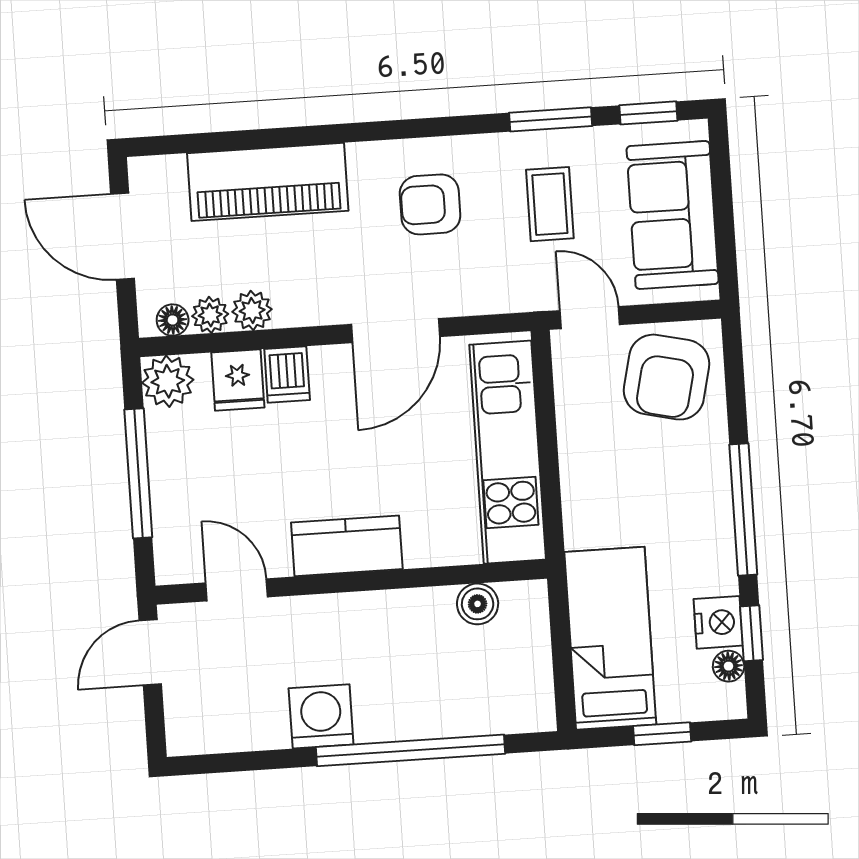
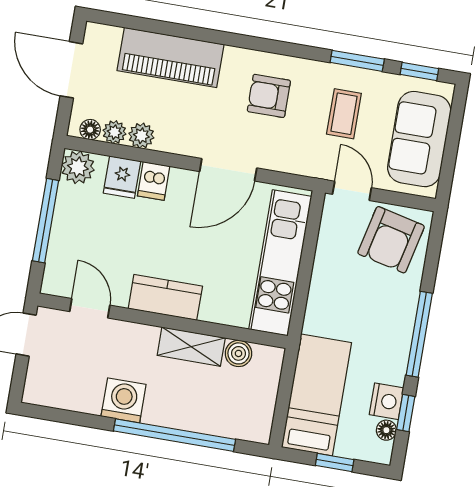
shelving: (404, 611) -> (191, 347), added

